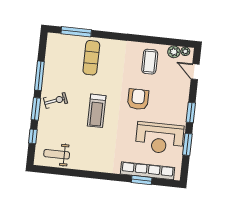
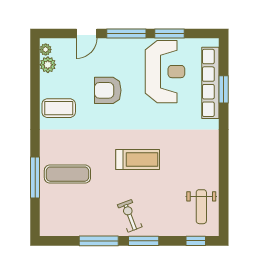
window: (76, 32) -> (35, 177), moved
coffee table: (150, 62) -> (59, 108), moved
door: (195, 72) -> (87, 33), moved
armchair: (138, 99) -> (108, 90), moved
window: (191, 112) -> (126, 33), width x1.44
window: (33, 136) -> (196, 241), moved

